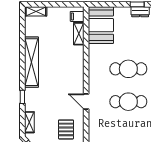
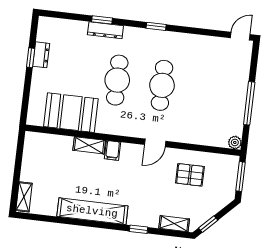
filing cabinet: (77, 16) -> (112, 150), moved
booth: (101, 25) -> (71, 113), moved
shelving: (79, 34) -> (89, 145), moved

